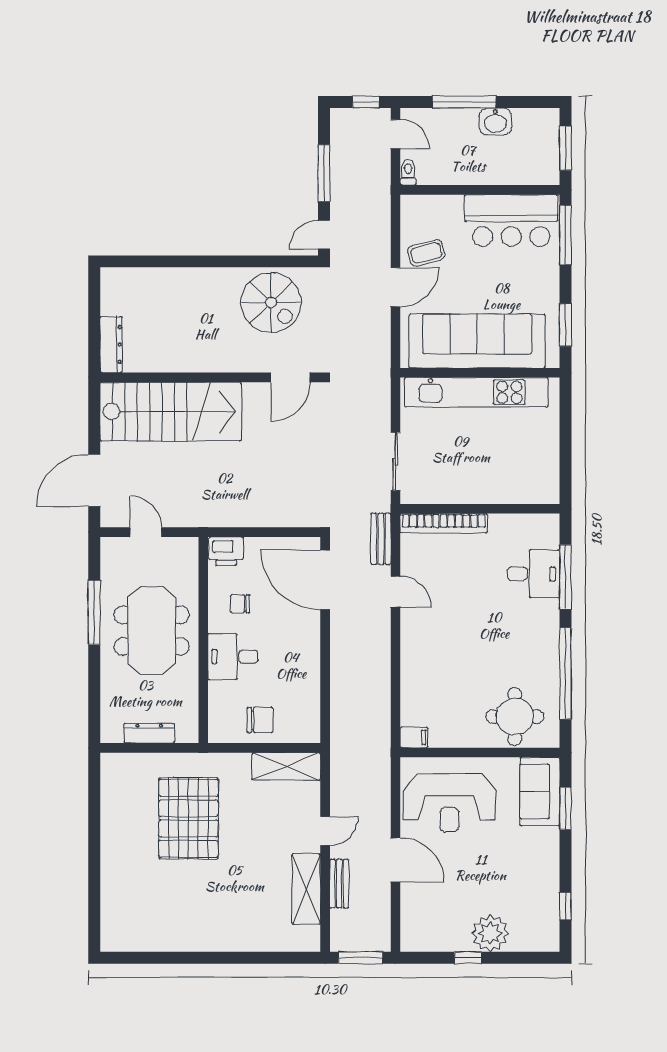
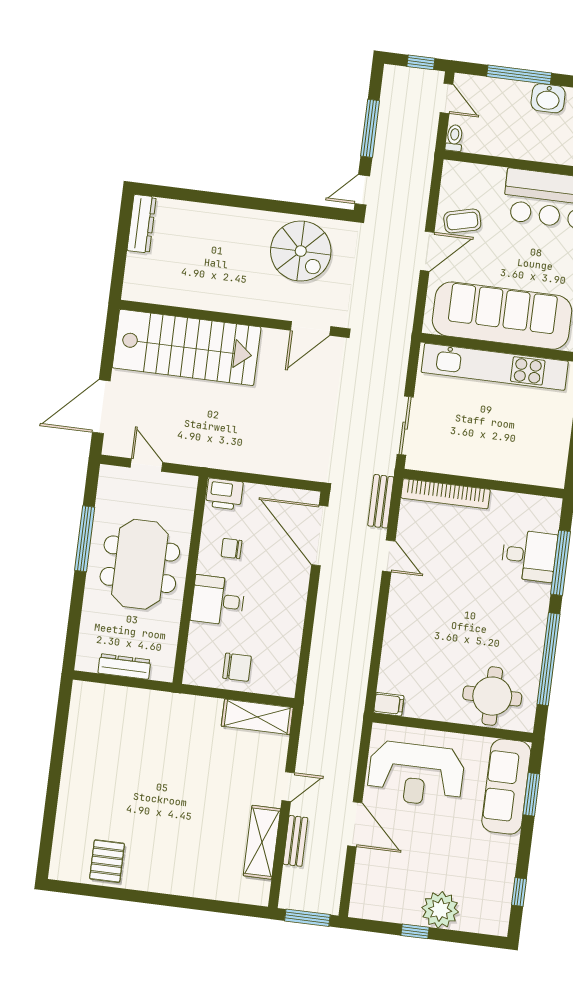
dresser: (111, 344) -> (142, 224), moved
sofa: (540, 791) -> (506, 787), width x1.36
pallet: (188, 818) -> (107, 861), moved, width x0.49, depth x0.50

